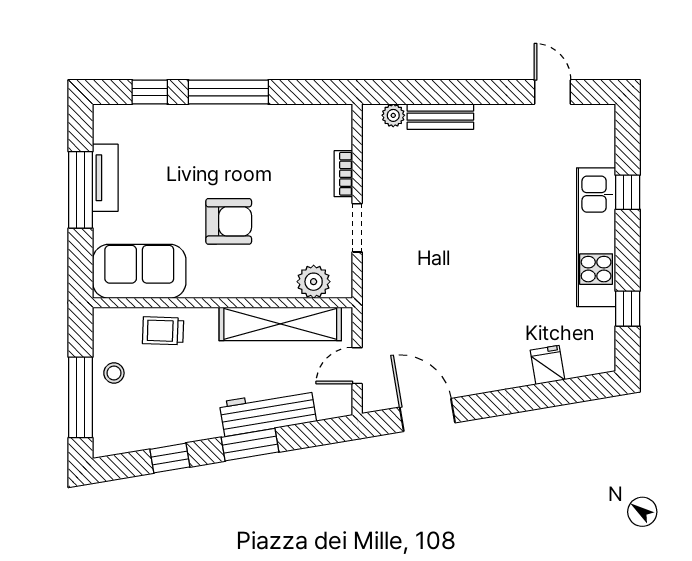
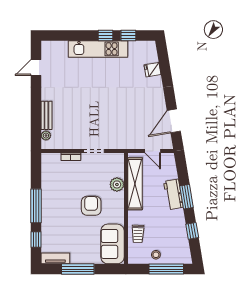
tv unit: (105, 178) -> (55, 258), moved
window: (628, 192) -> (105, 35), moved
plant: (314, 282) -> (117, 184), moved
workbench: (268, 412) -> (173, 194), width x0.73

